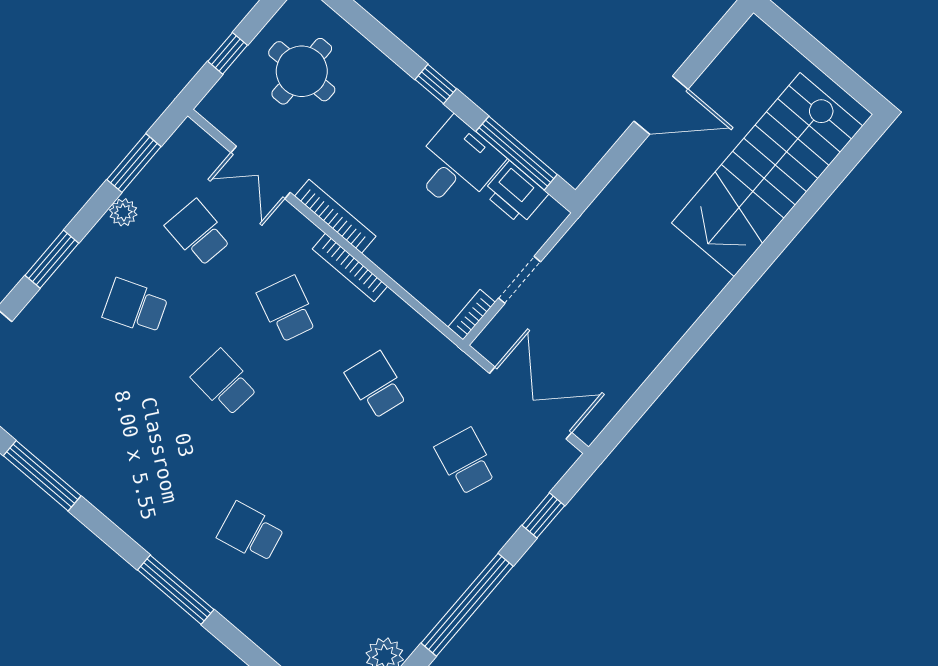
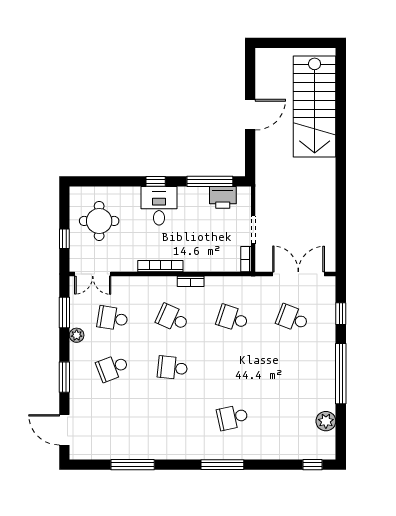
desk: (456, 164) -> (159, 206), moved
double door: (261, 172) -> (93, 274), moved
bookcase: (350, 268) -> (191, 281), width x0.64

